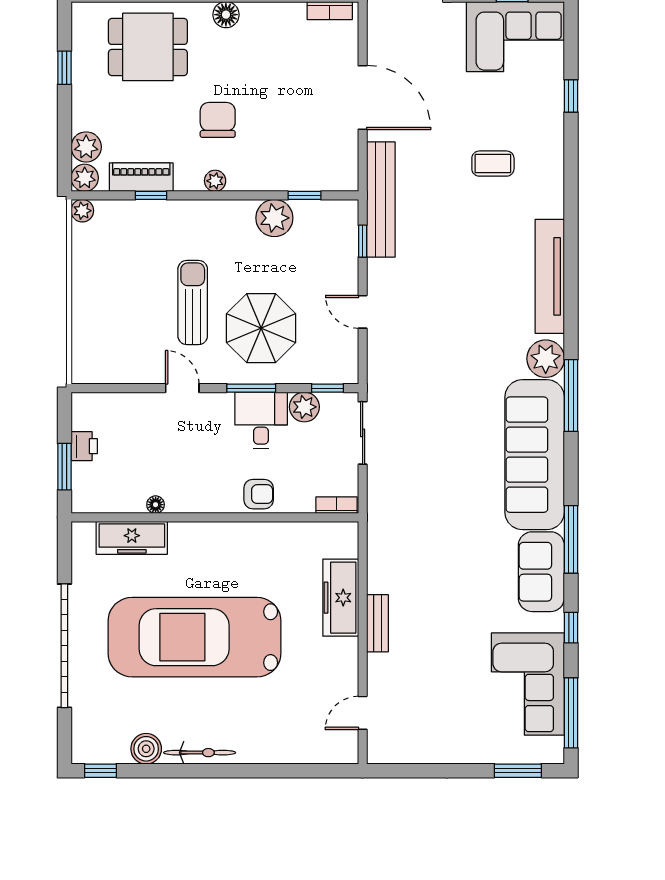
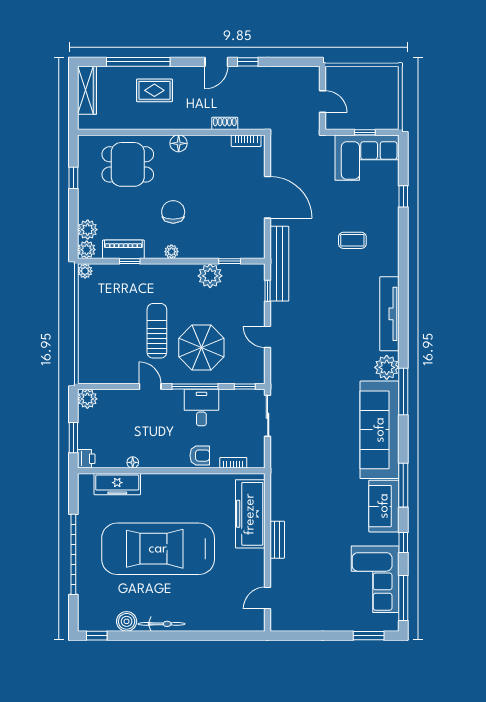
window: (251, 388) -> (195, 387), width x1.44
plant: (304, 407) -> (87, 399), moved
printer: (84, 446) -> (86, 459), moved
bookcase: (336, 505) -> (233, 463), moved
freezer: (341, 598) -> (250, 514), width x1.36, depth x1.26

